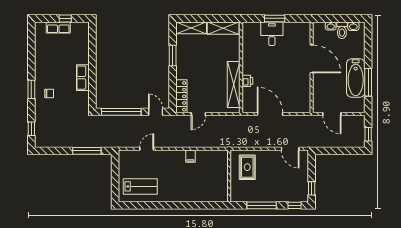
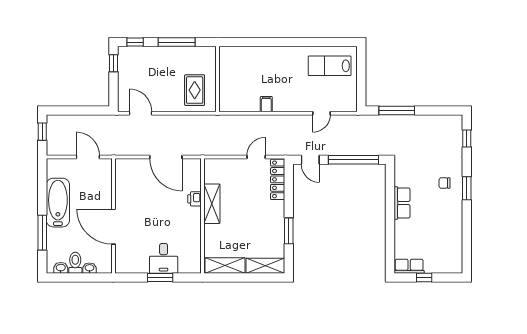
row of seats: (58, 27) -> (409, 266), moved
window: (368, 82) -> (42, 233), moved
shelving: (234, 84) -> (212, 204), width x0.68

